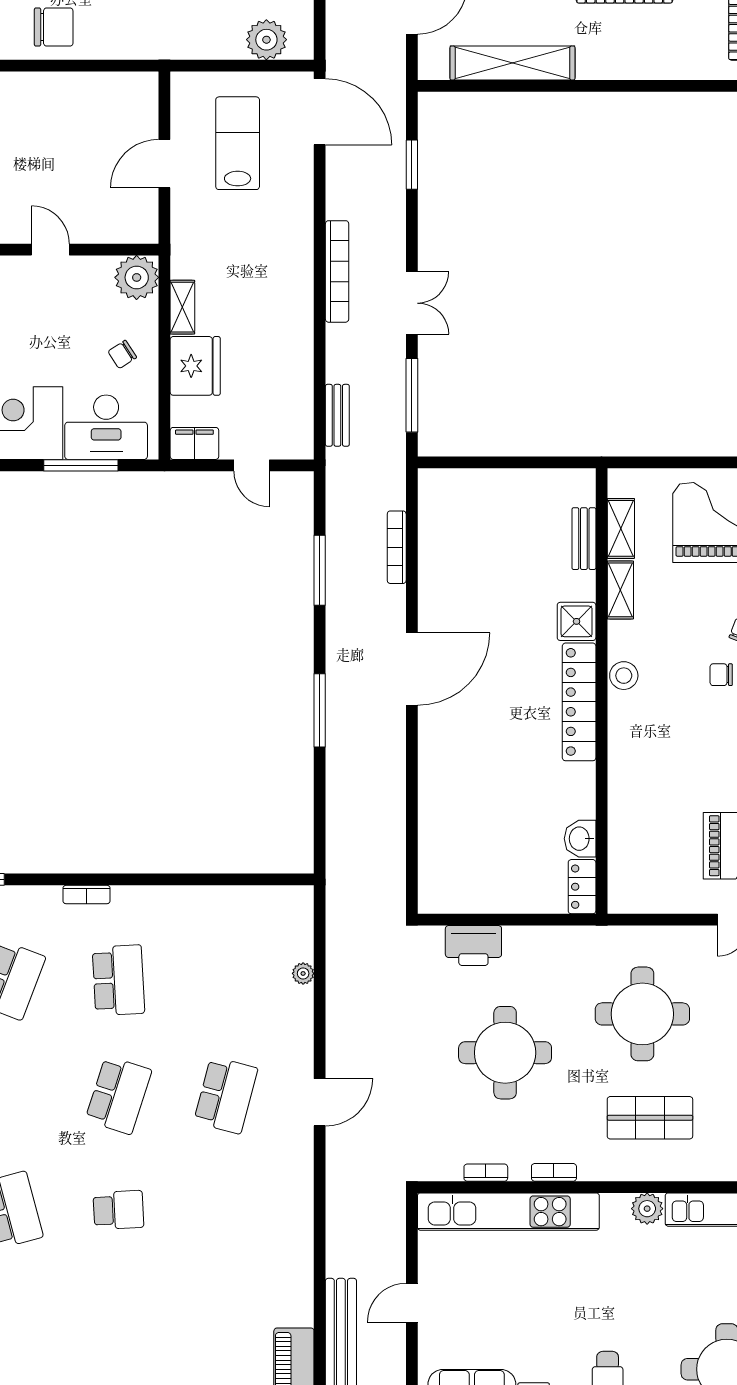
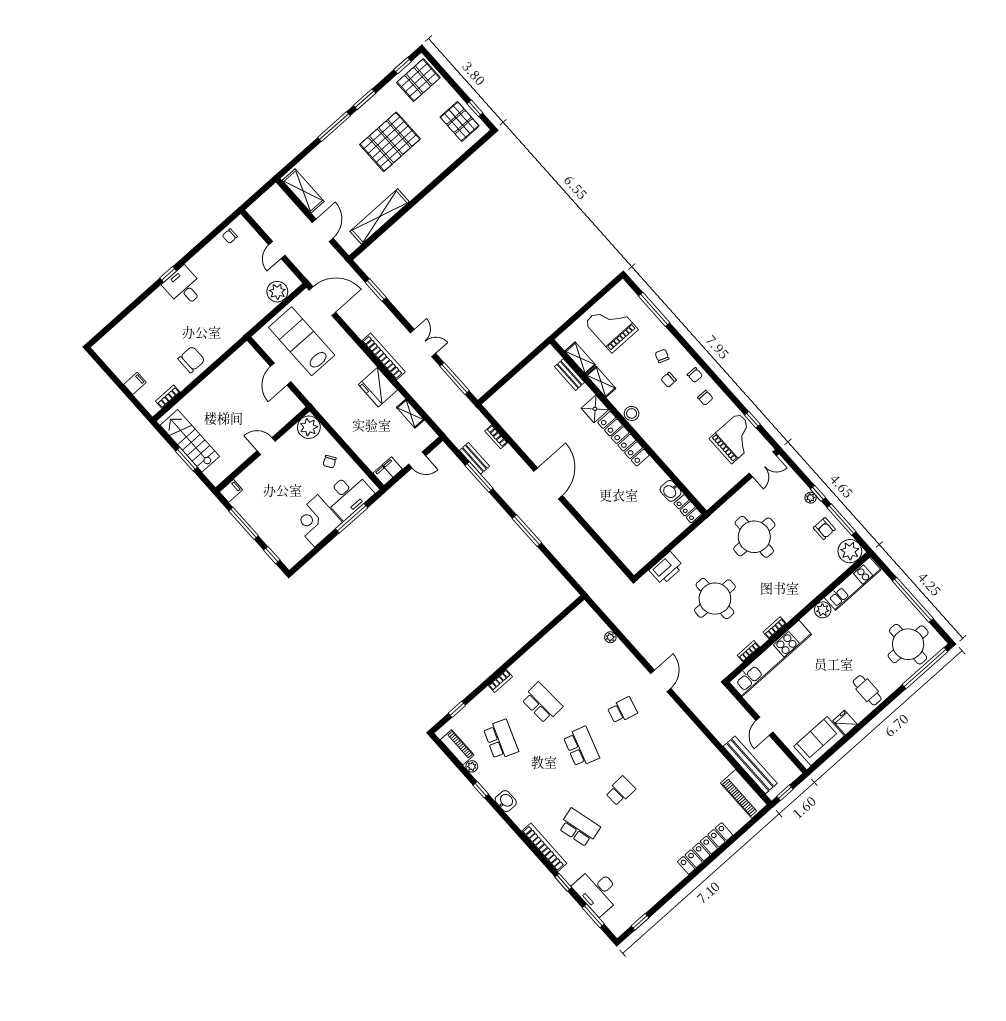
lab bench: (238, 143) -> (302, 341), width x1.36, depth x1.39
shelving: (182, 307) -> (410, 414), moved
fridge: (195, 366) -> (378, 387), moved, turned 180
bench: (337, 415) -> (474, 458), moved
bookcase: (397, 547) -> (496, 437), width x0.64
school desk: (226, 1095) -> (622, 710), width x0.54
shop shelf: (650, 1118) -> (793, 574), removed

